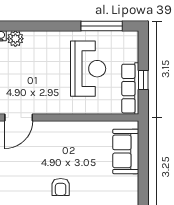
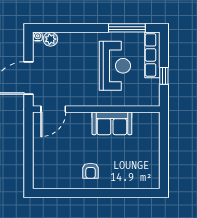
row of seats: (130, 89) -> (152, 55), moved
sofa: (126, 151) -> (112, 123), moved, turned -90

